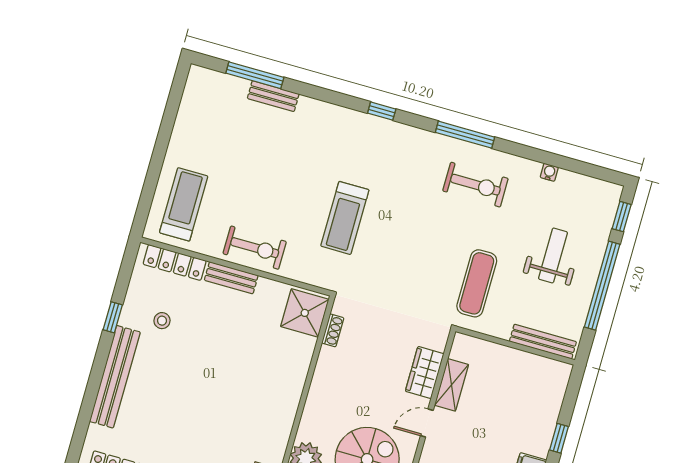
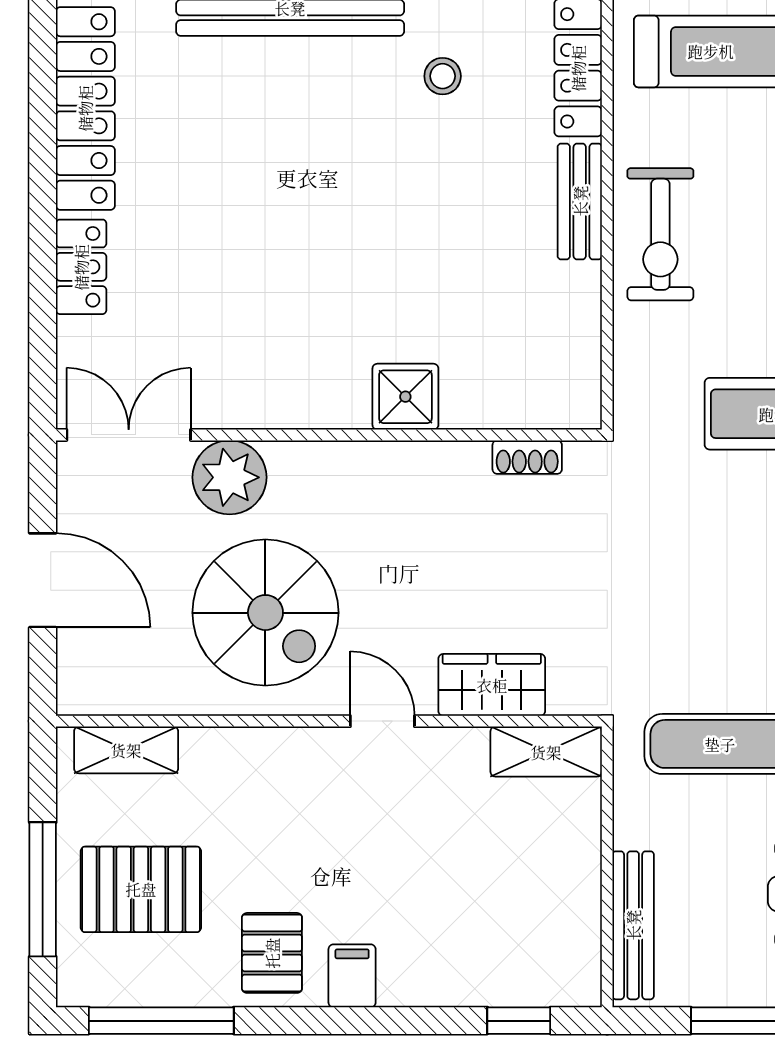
shower: (305, 313) -> (405, 397), moved, width x0.73, depth x0.73
shelving: (451, 385) -> (546, 752), moved
window: (559, 438) -> (519, 1021), moved

